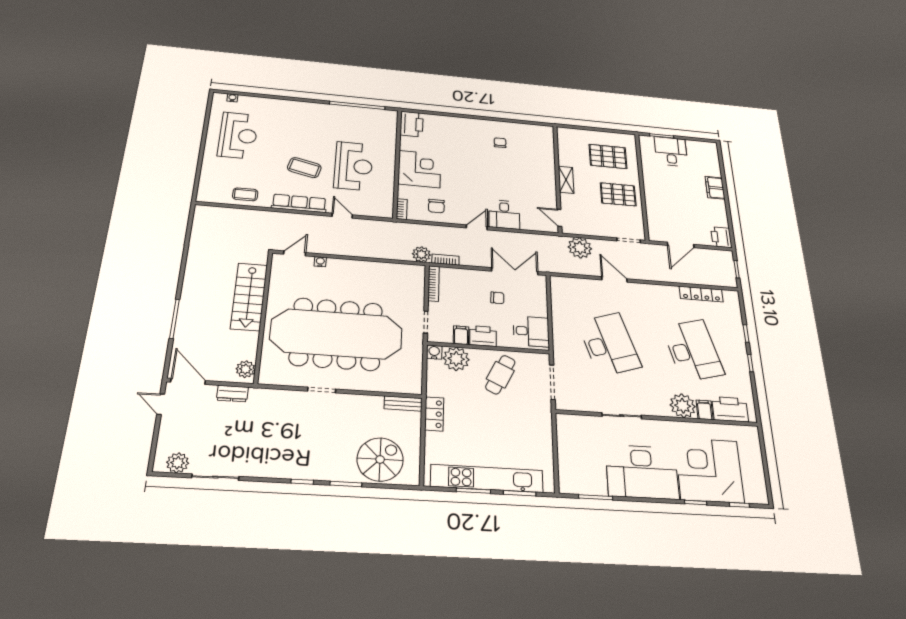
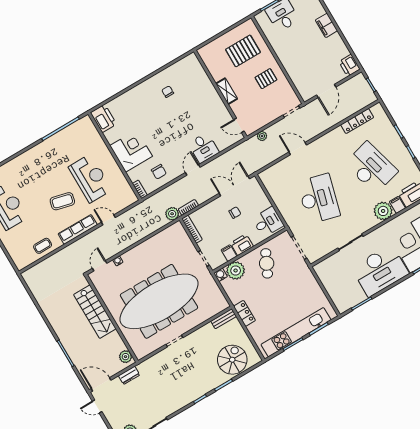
pallet: (618, 194) -> (266, 79), width x0.67, depth x0.71
plant: (580, 248) -> (262, 136), width x0.53, depth x0.53
desk: (609, 344) -> (319, 199), turned 33

